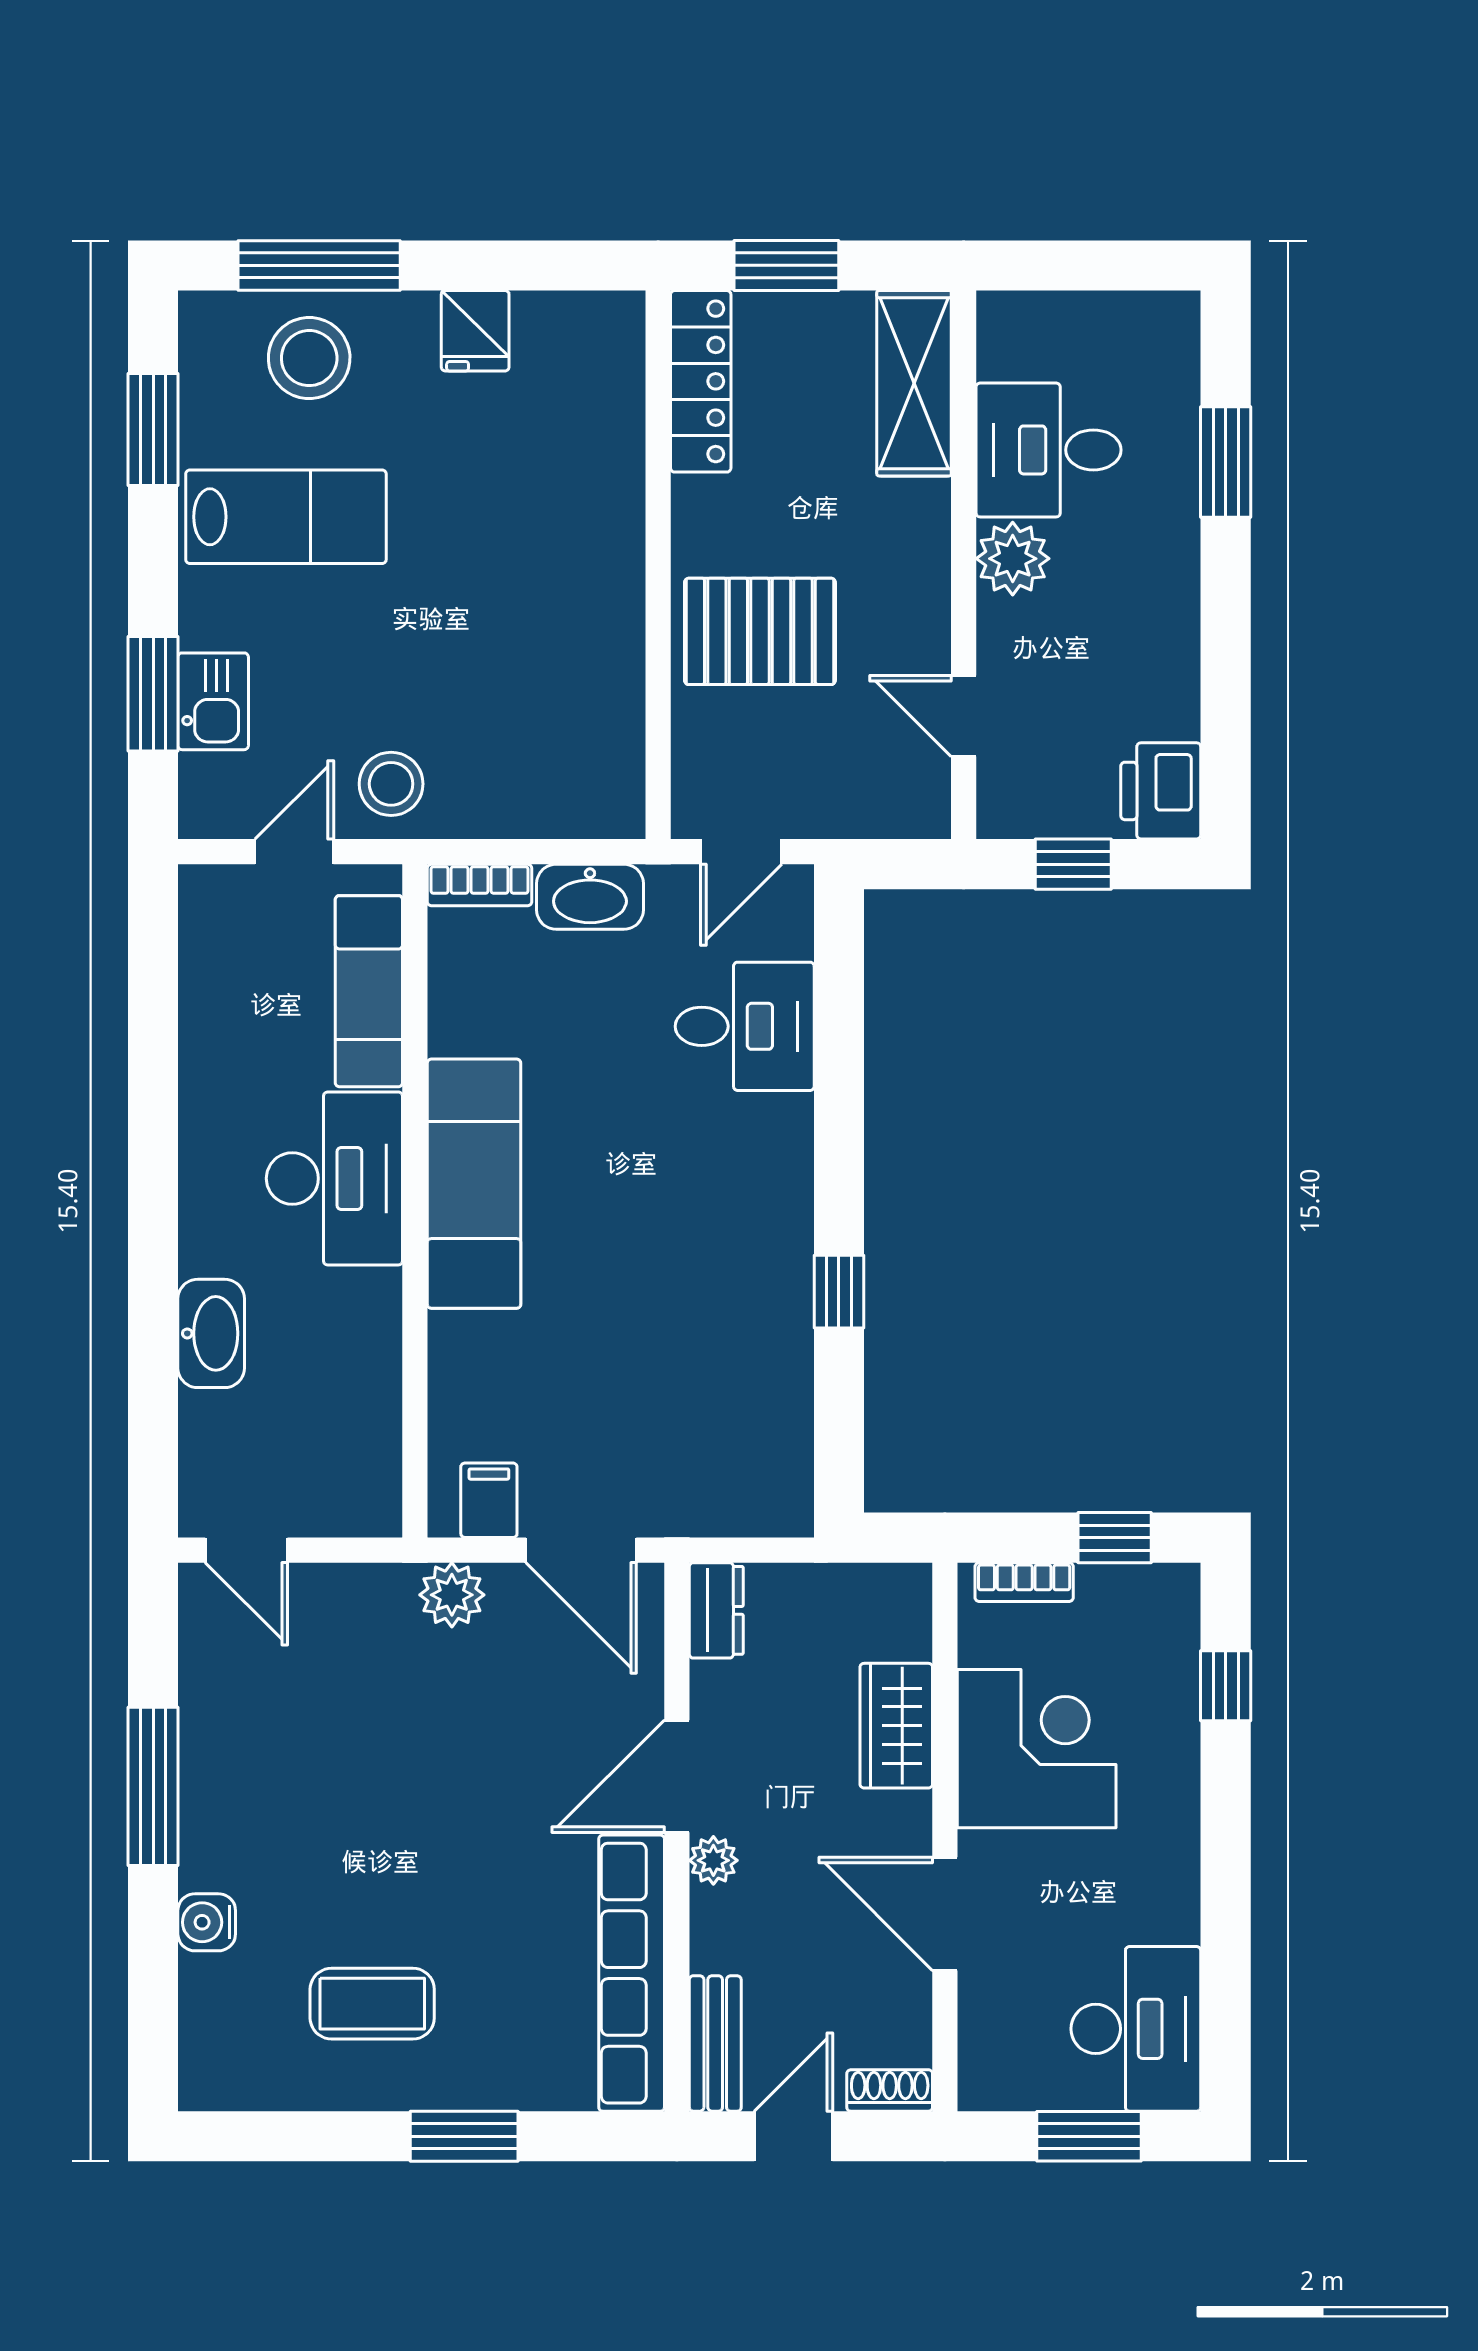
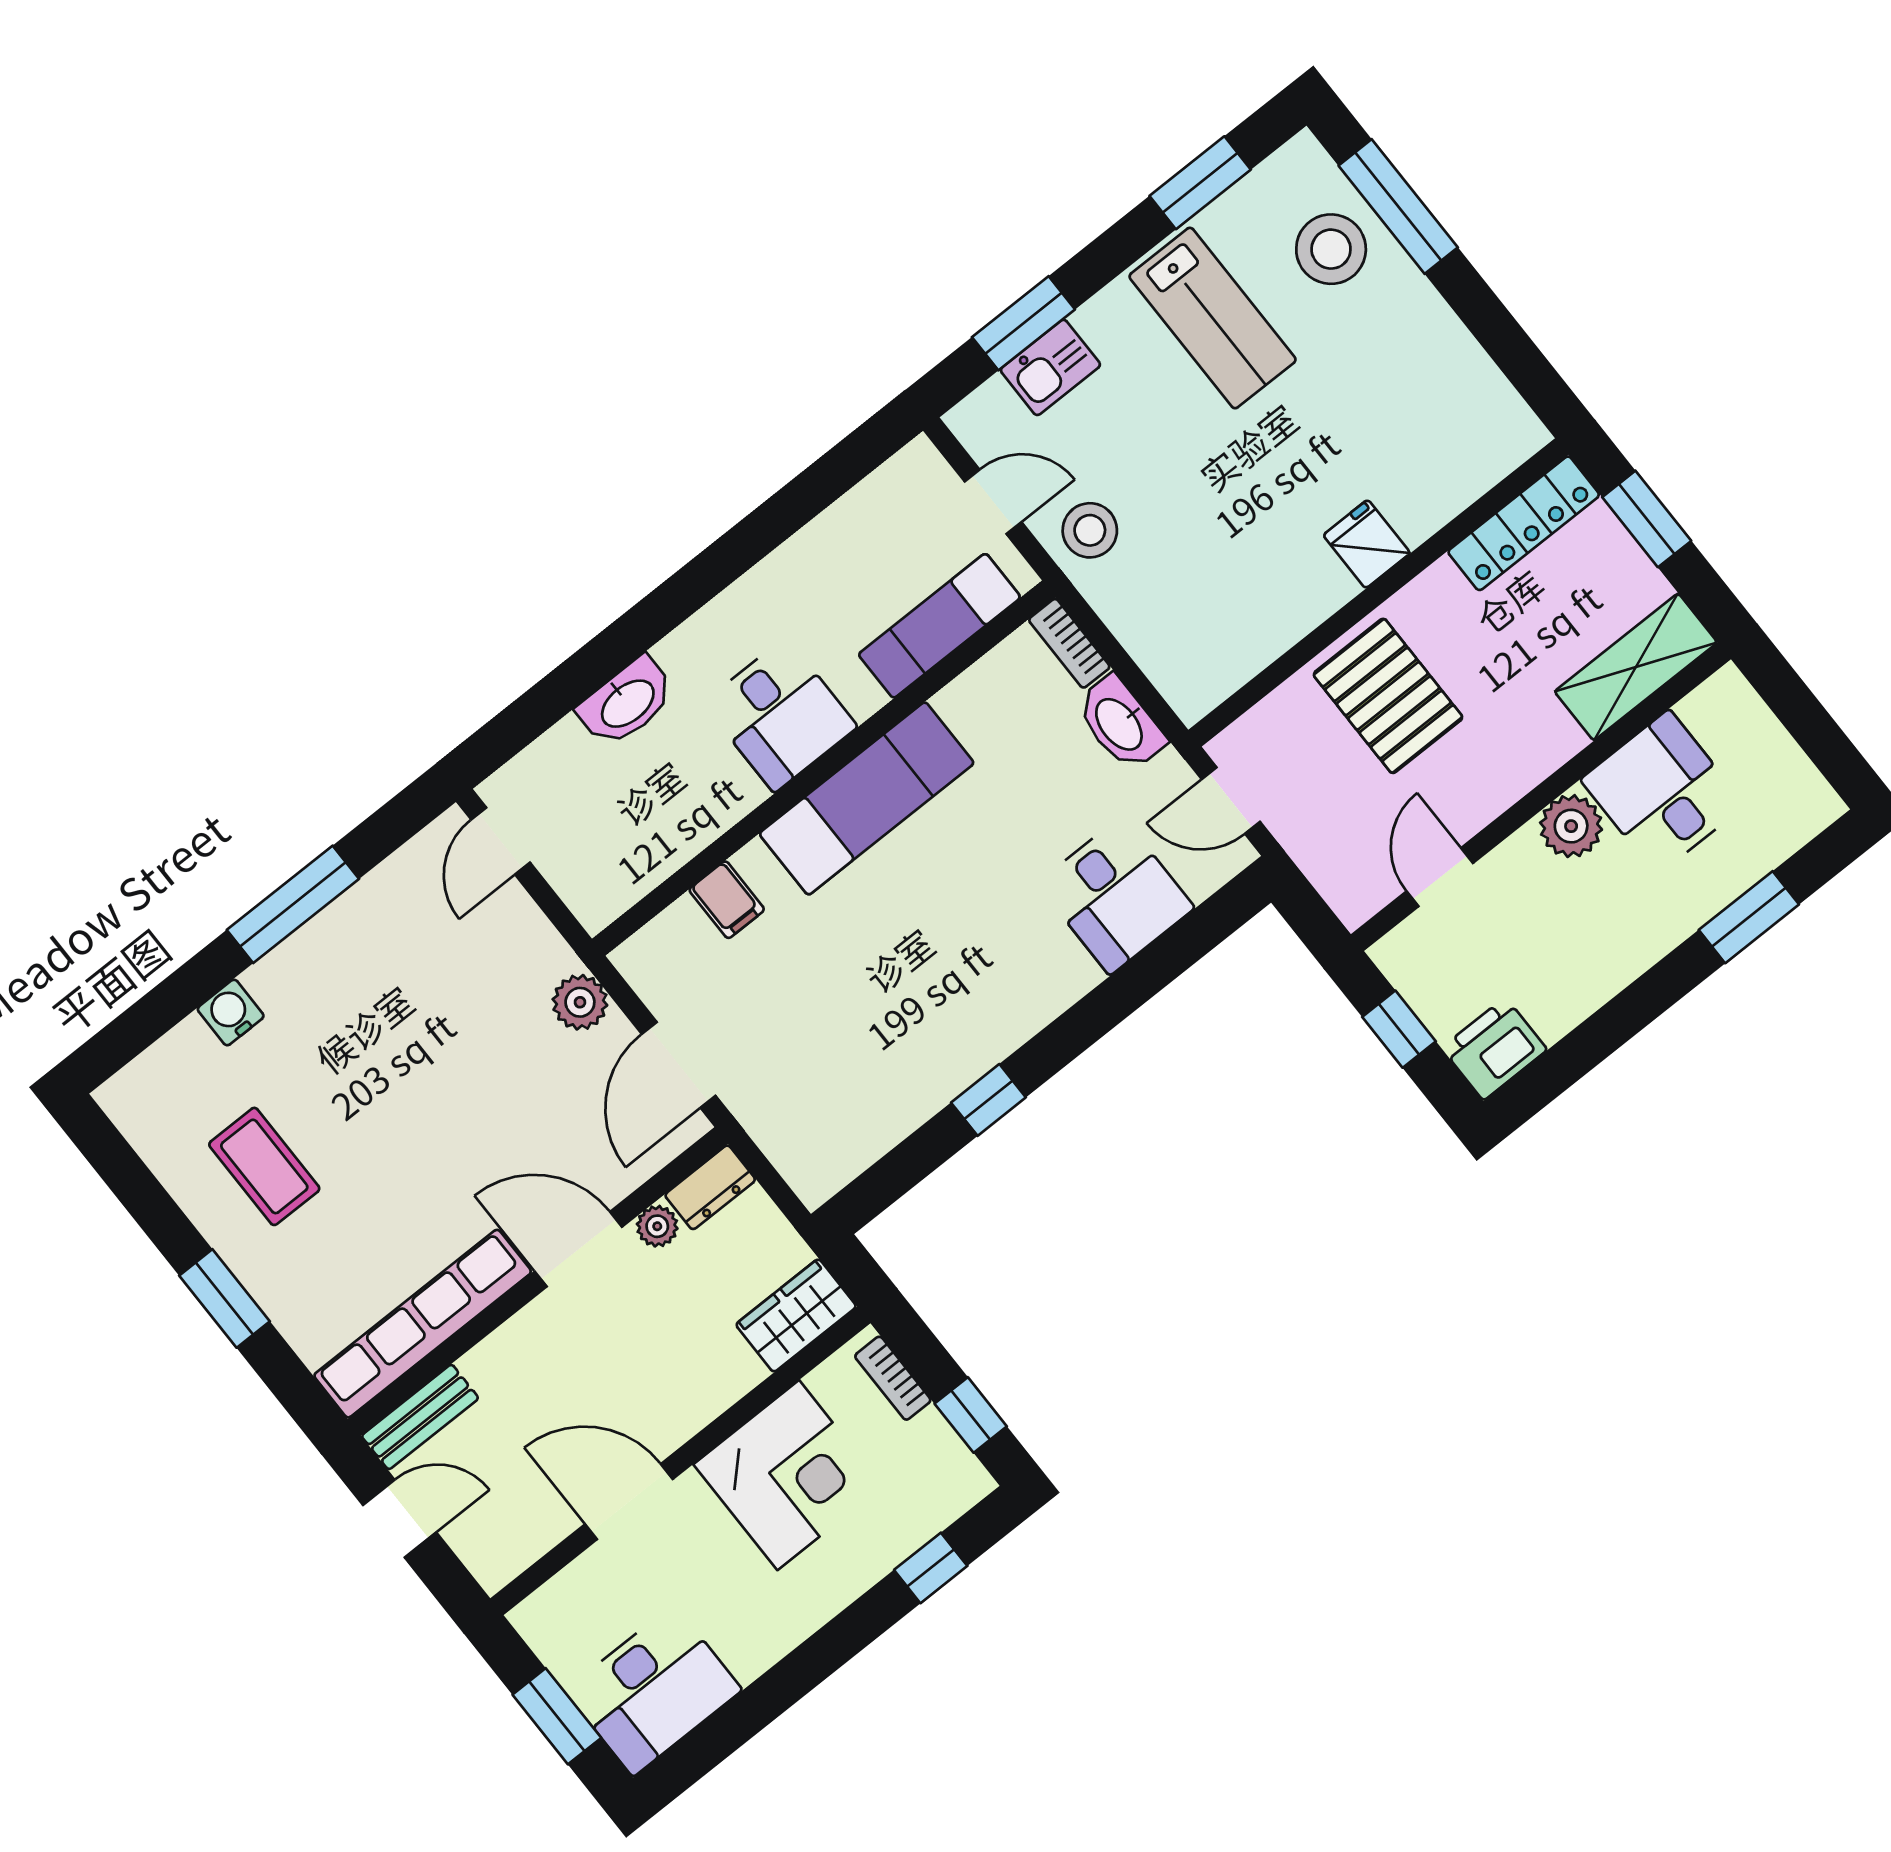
fridge: (475, 331) -> (1367, 544), moved, turned 90
desk: (334, 1178) -> (780, 715), width x0.73
filing cabinet: (489, 1500) -> (727, 900), moved, turned 90
wardrobe: (896, 1726) -> (796, 1315), moved
plant: (713, 1860) -> (657, 1226), moved
door: (945, 1914) -> (629, 1502), hinge flipped
shoe rack: (890, 2090) -> (481, 1559), removed

